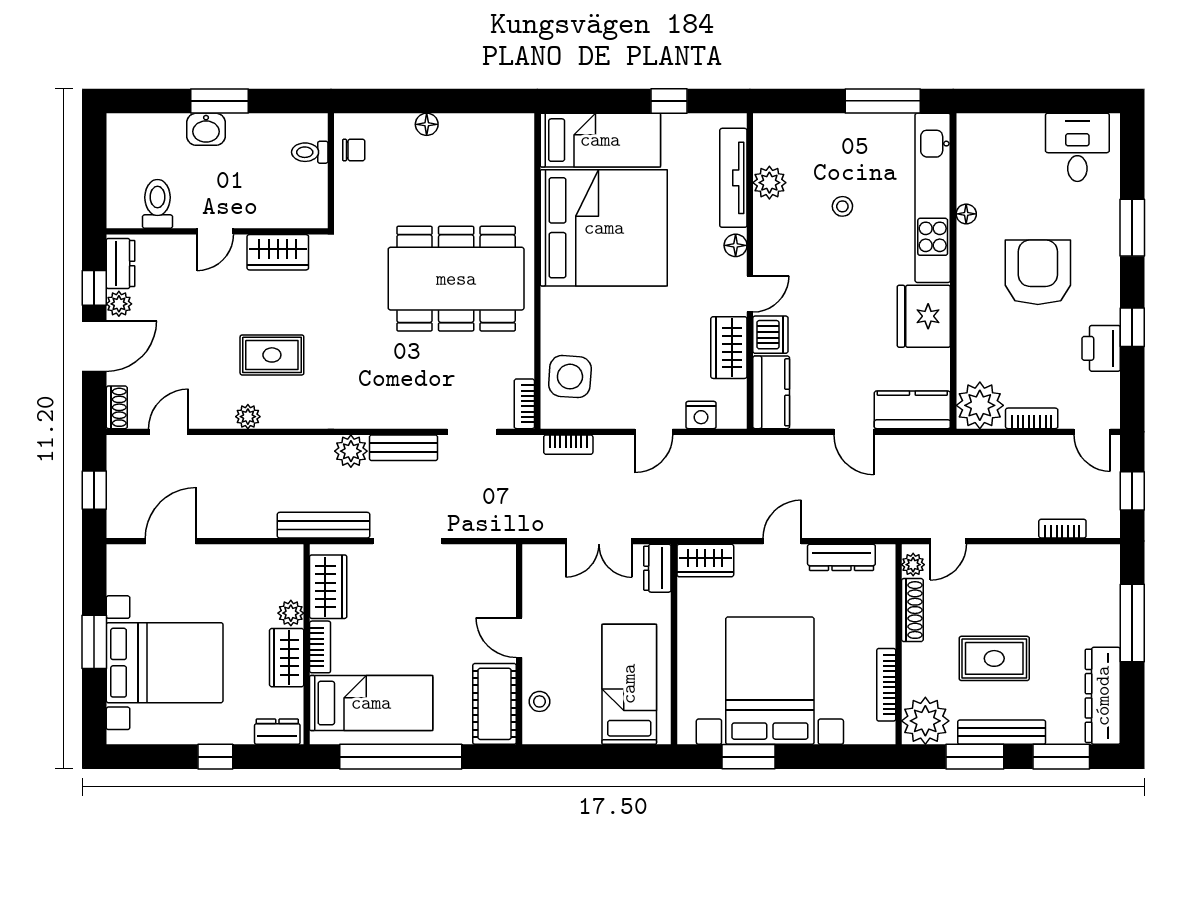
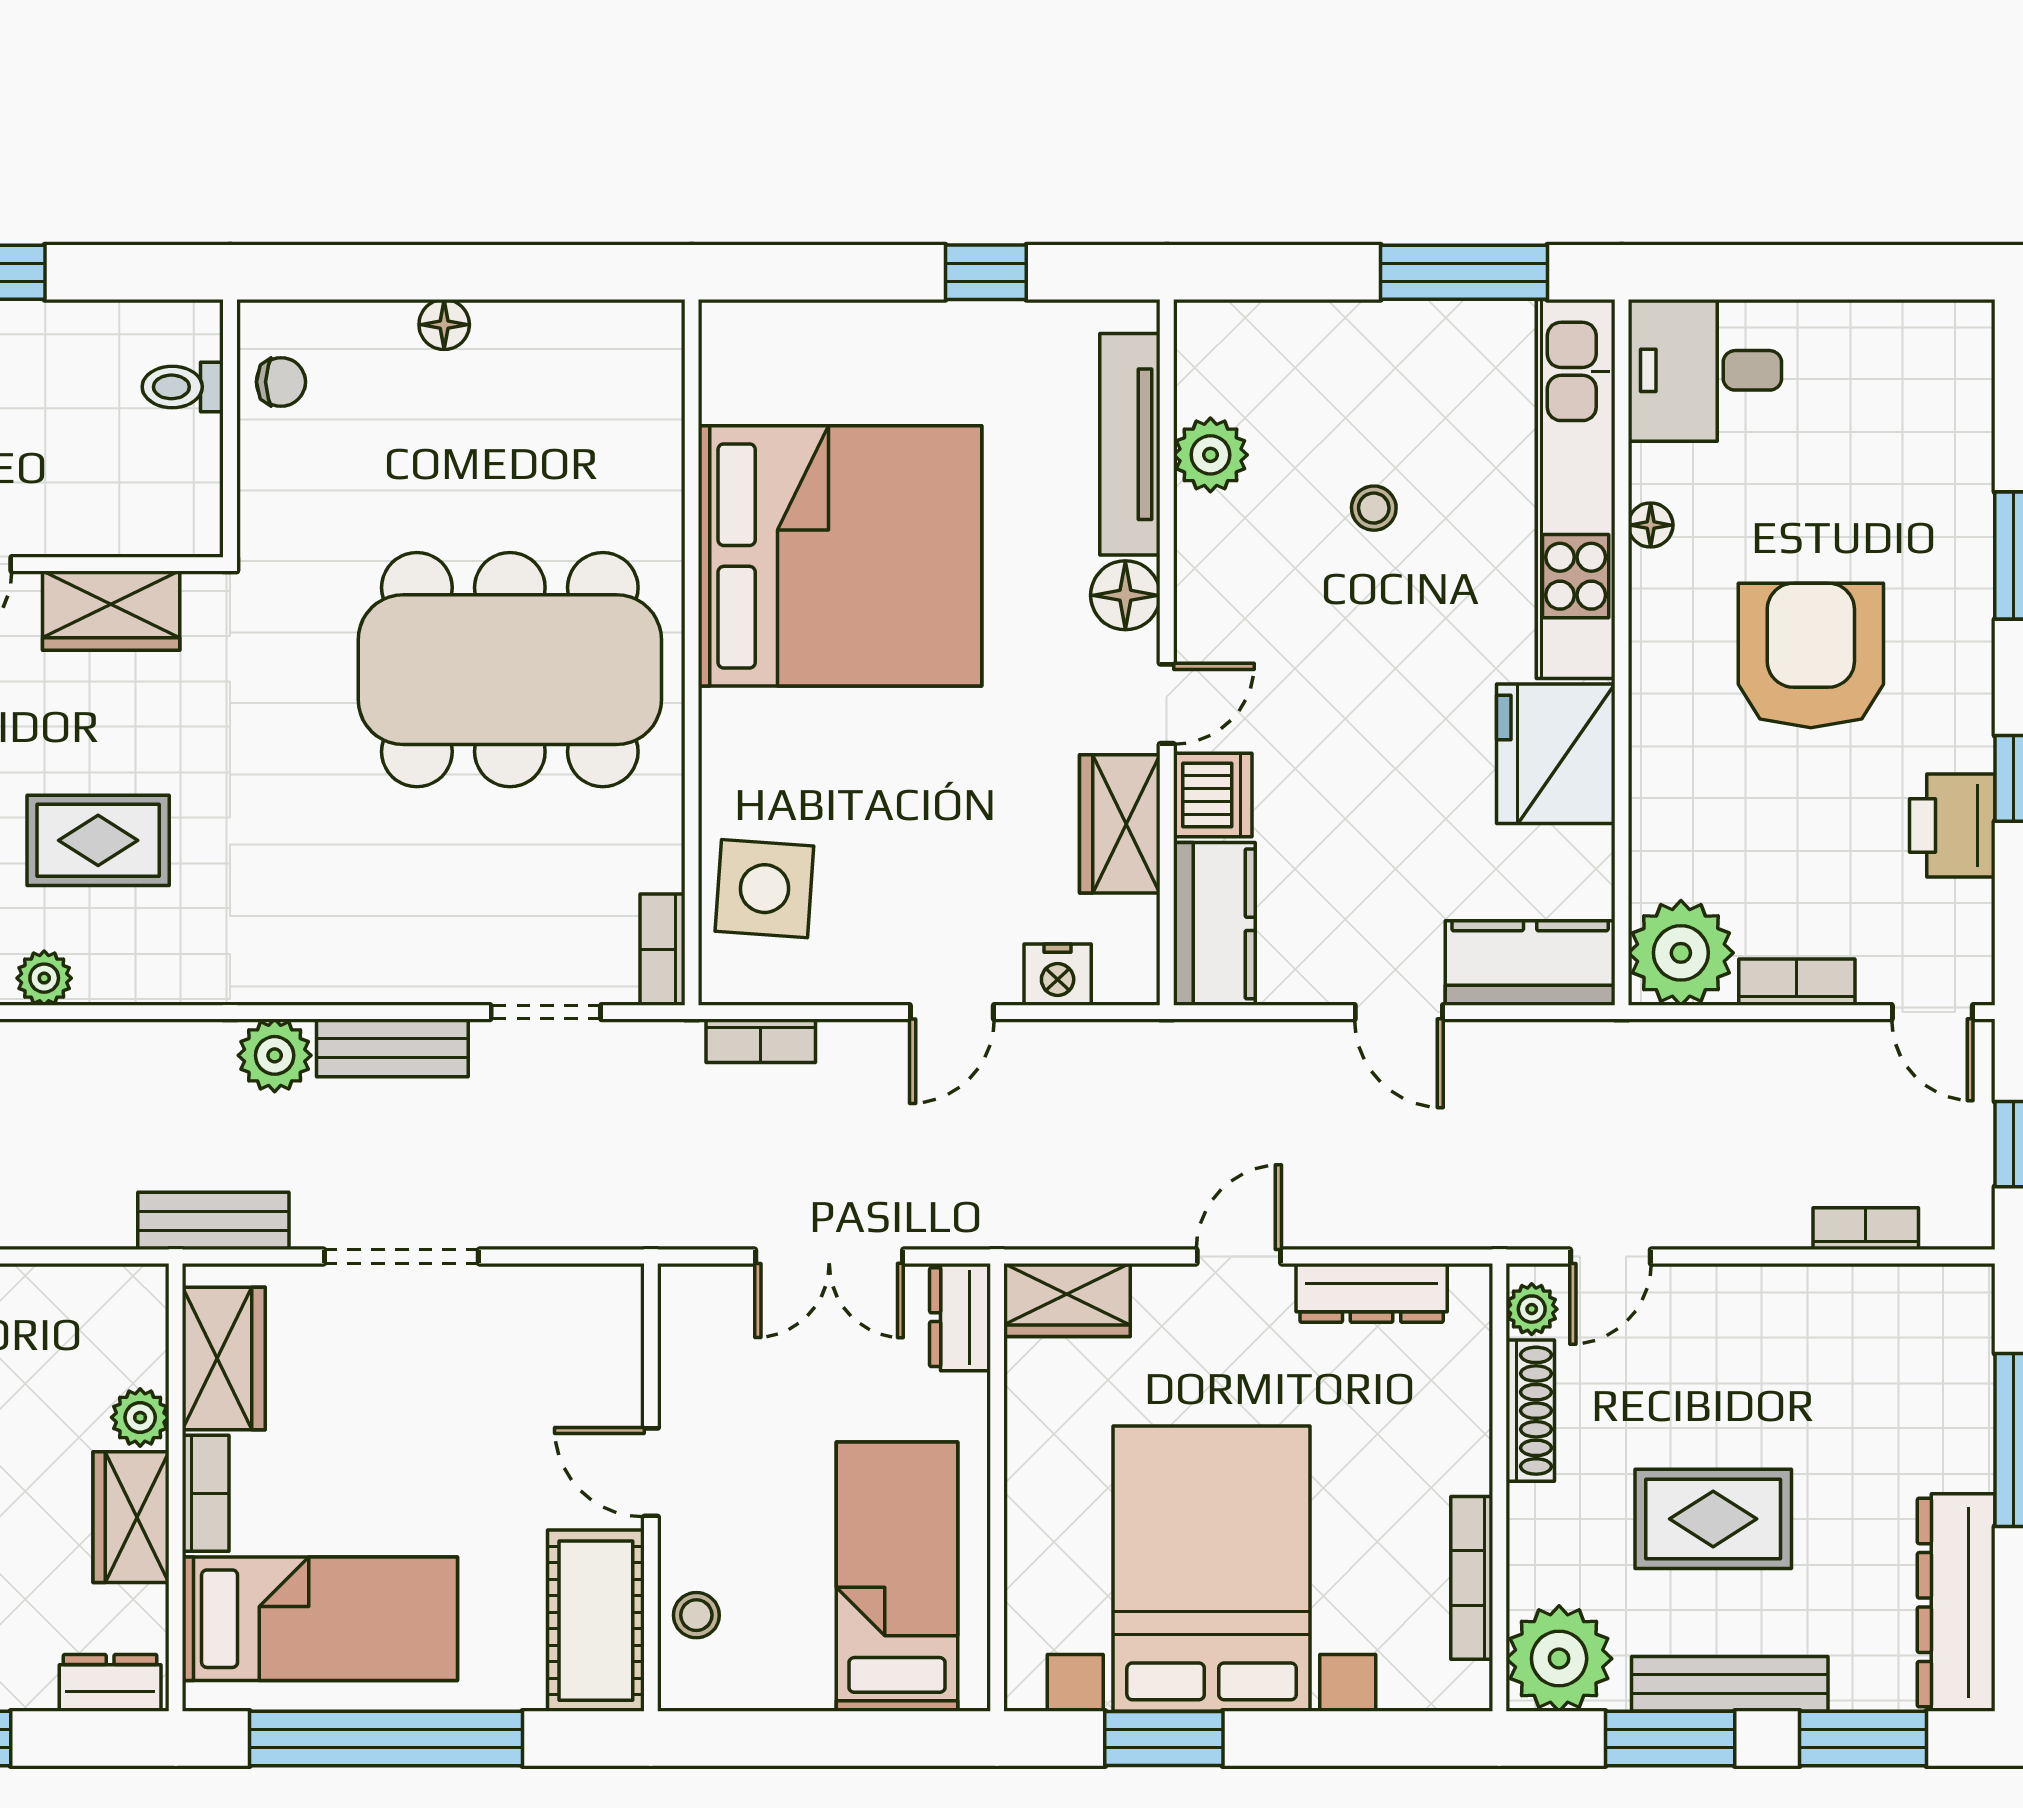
bed: (600, 140) -> (833, 360), removed
desk: (1077, 147) -> (1705, 370), moved, turned -90
floor lamp: (736, 245) -> (1125, 595), width x1.37, depth x1.37
bench: (324, 525) -> (213, 1221), width x0.73

